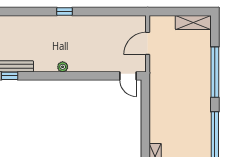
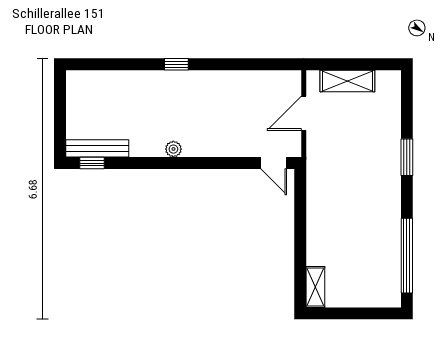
shelving: (193, 22) -> (347, 81), moved
window: (215, 72) -> (407, 157), width x0.47

